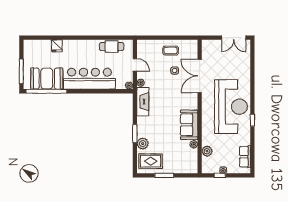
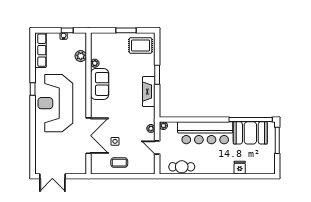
double door: (234, 38) -> (52, 176), swing flipped
fireplace: (143, 102) -> (149, 92), moved
plant: (143, 144) -> (149, 64), removed
row of seats: (245, 157) -> (40, 50), width x1.48

